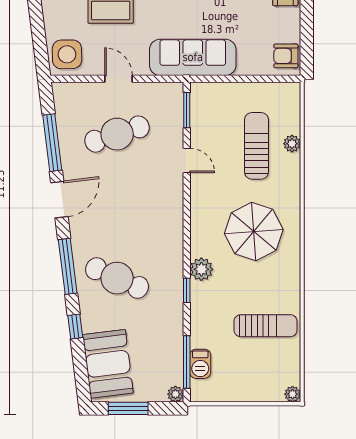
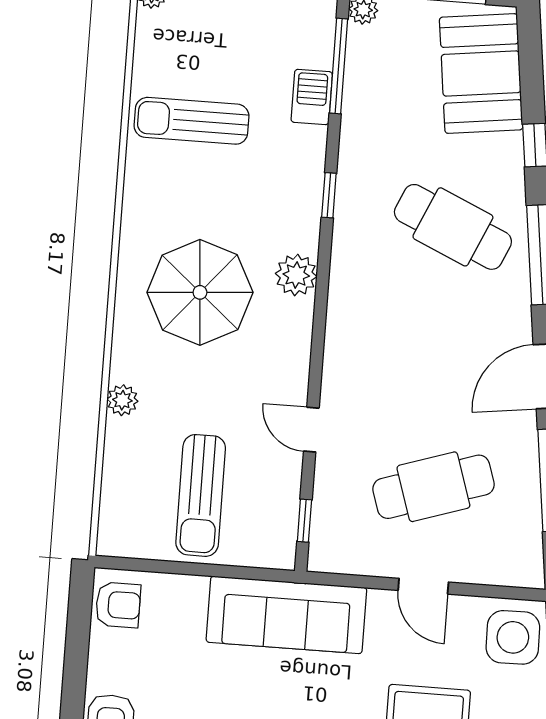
window: (187, 110) -> (304, 521), width x0.67
plant: (292, 144) -> (122, 400), moved
sun lounger: (257, 146) -> (201, 495), moved
plant: (201, 269) -> (296, 275), moved
barbecue: (200, 364) -> (312, 97), moved

